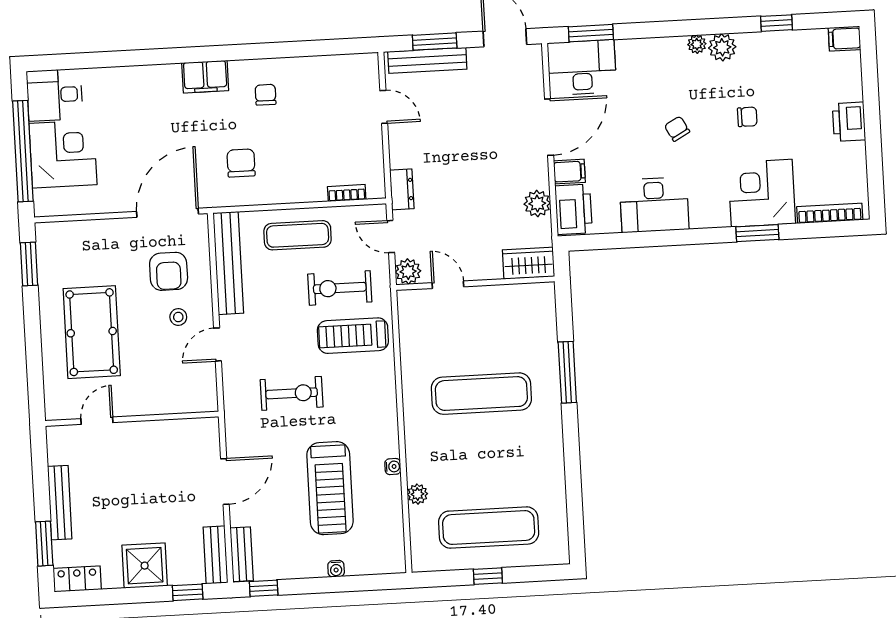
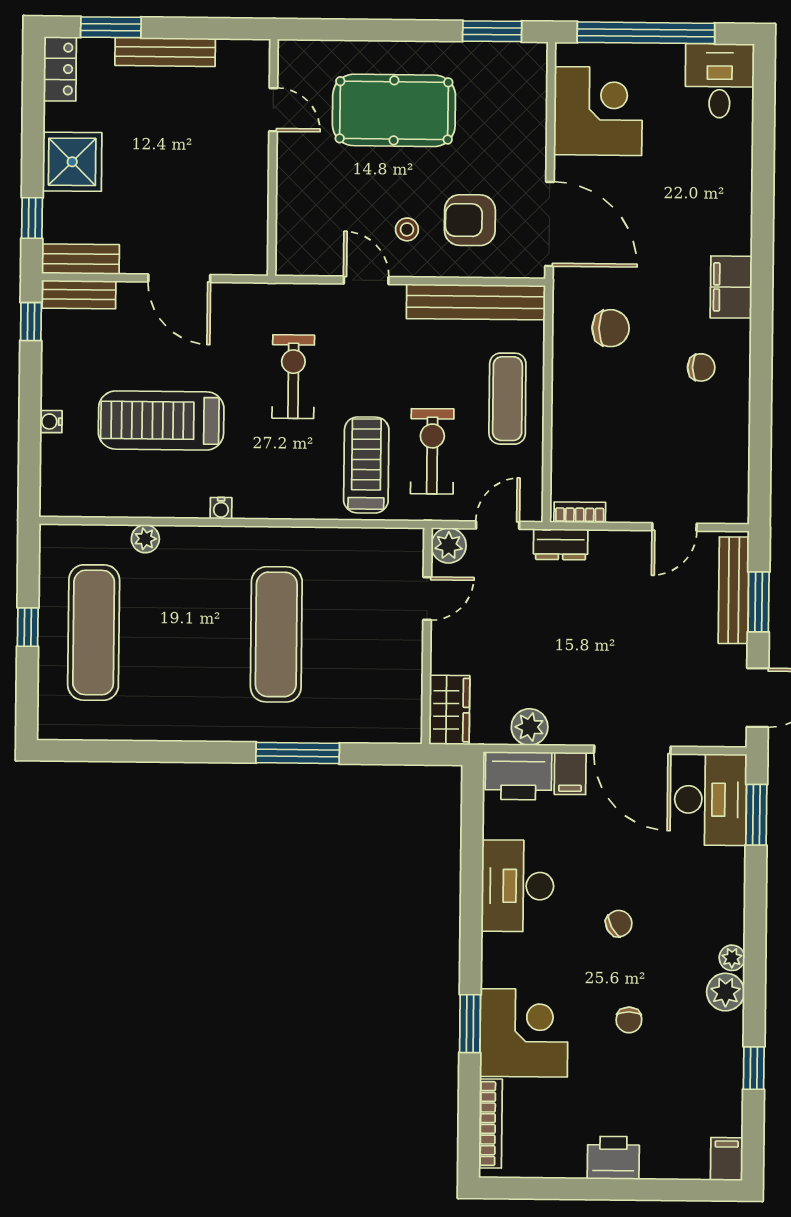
corner desk: (63, 154) -> (598, 111), moved, turned -90
bookcase: (347, 193) -> (580, 512), moved, turned -90
exercise bike: (292, 393) -> (293, 377), turned 180
water cooler: (393, 467) -> (221, 508), moved

